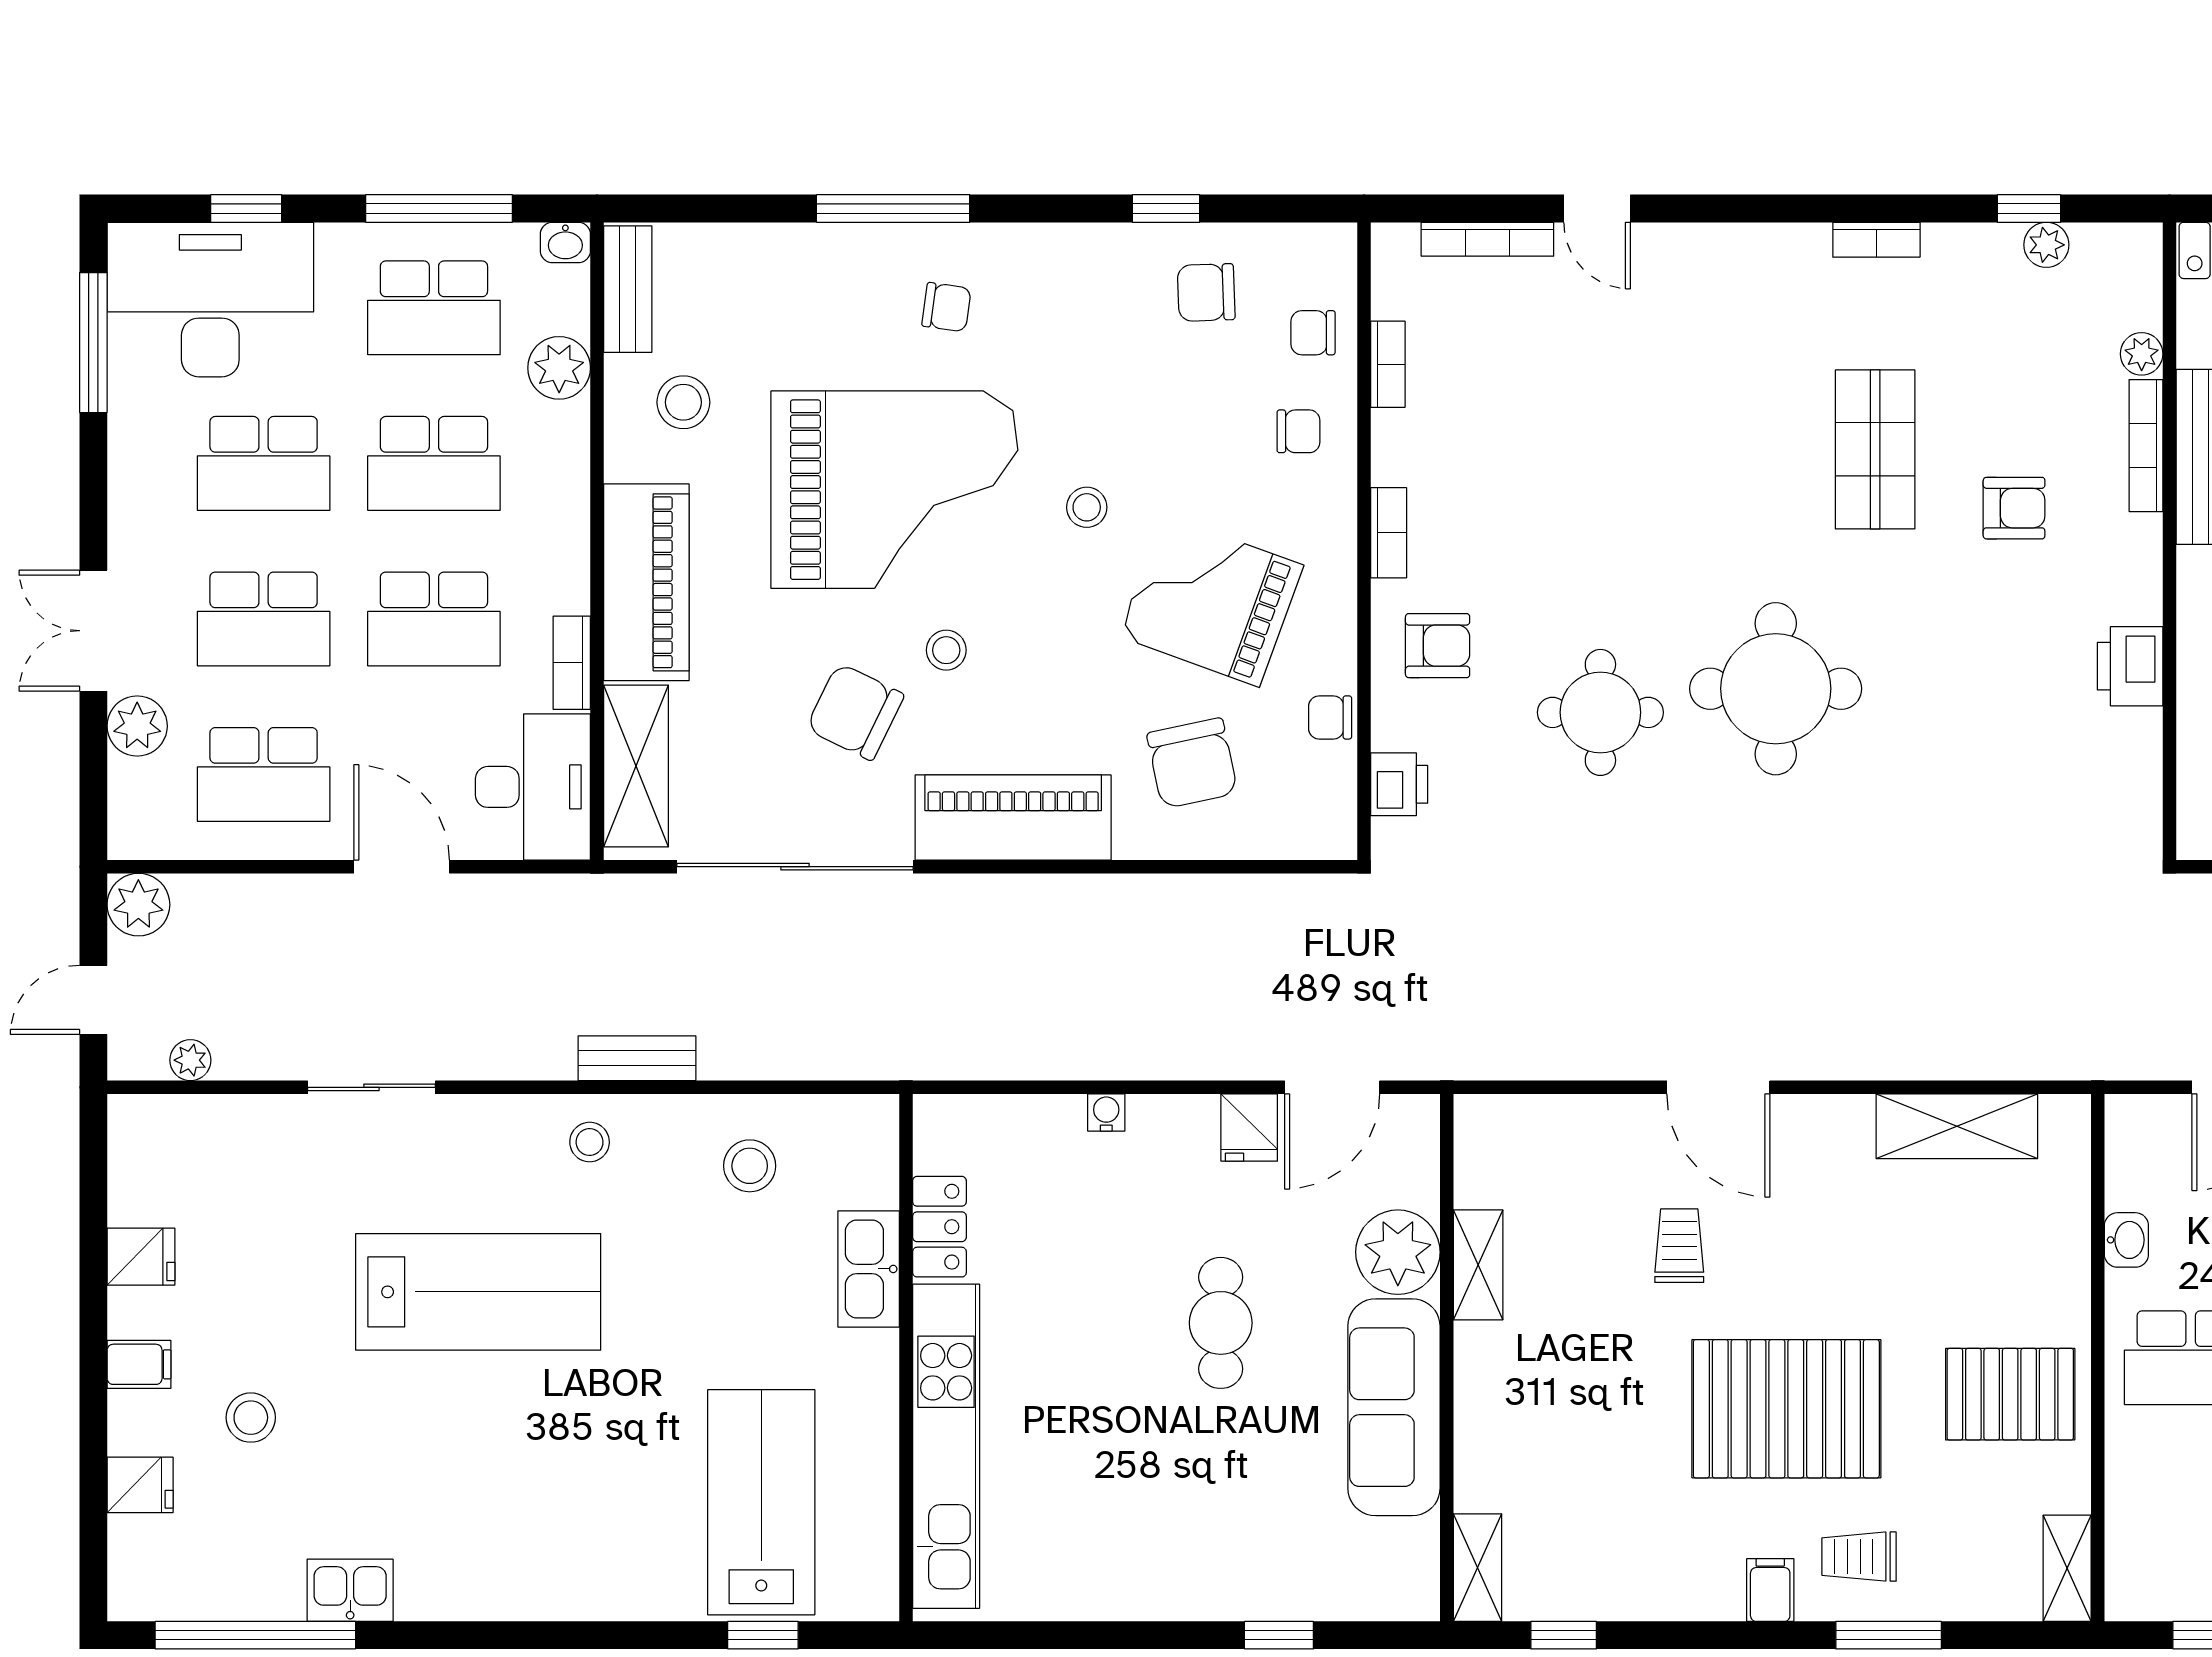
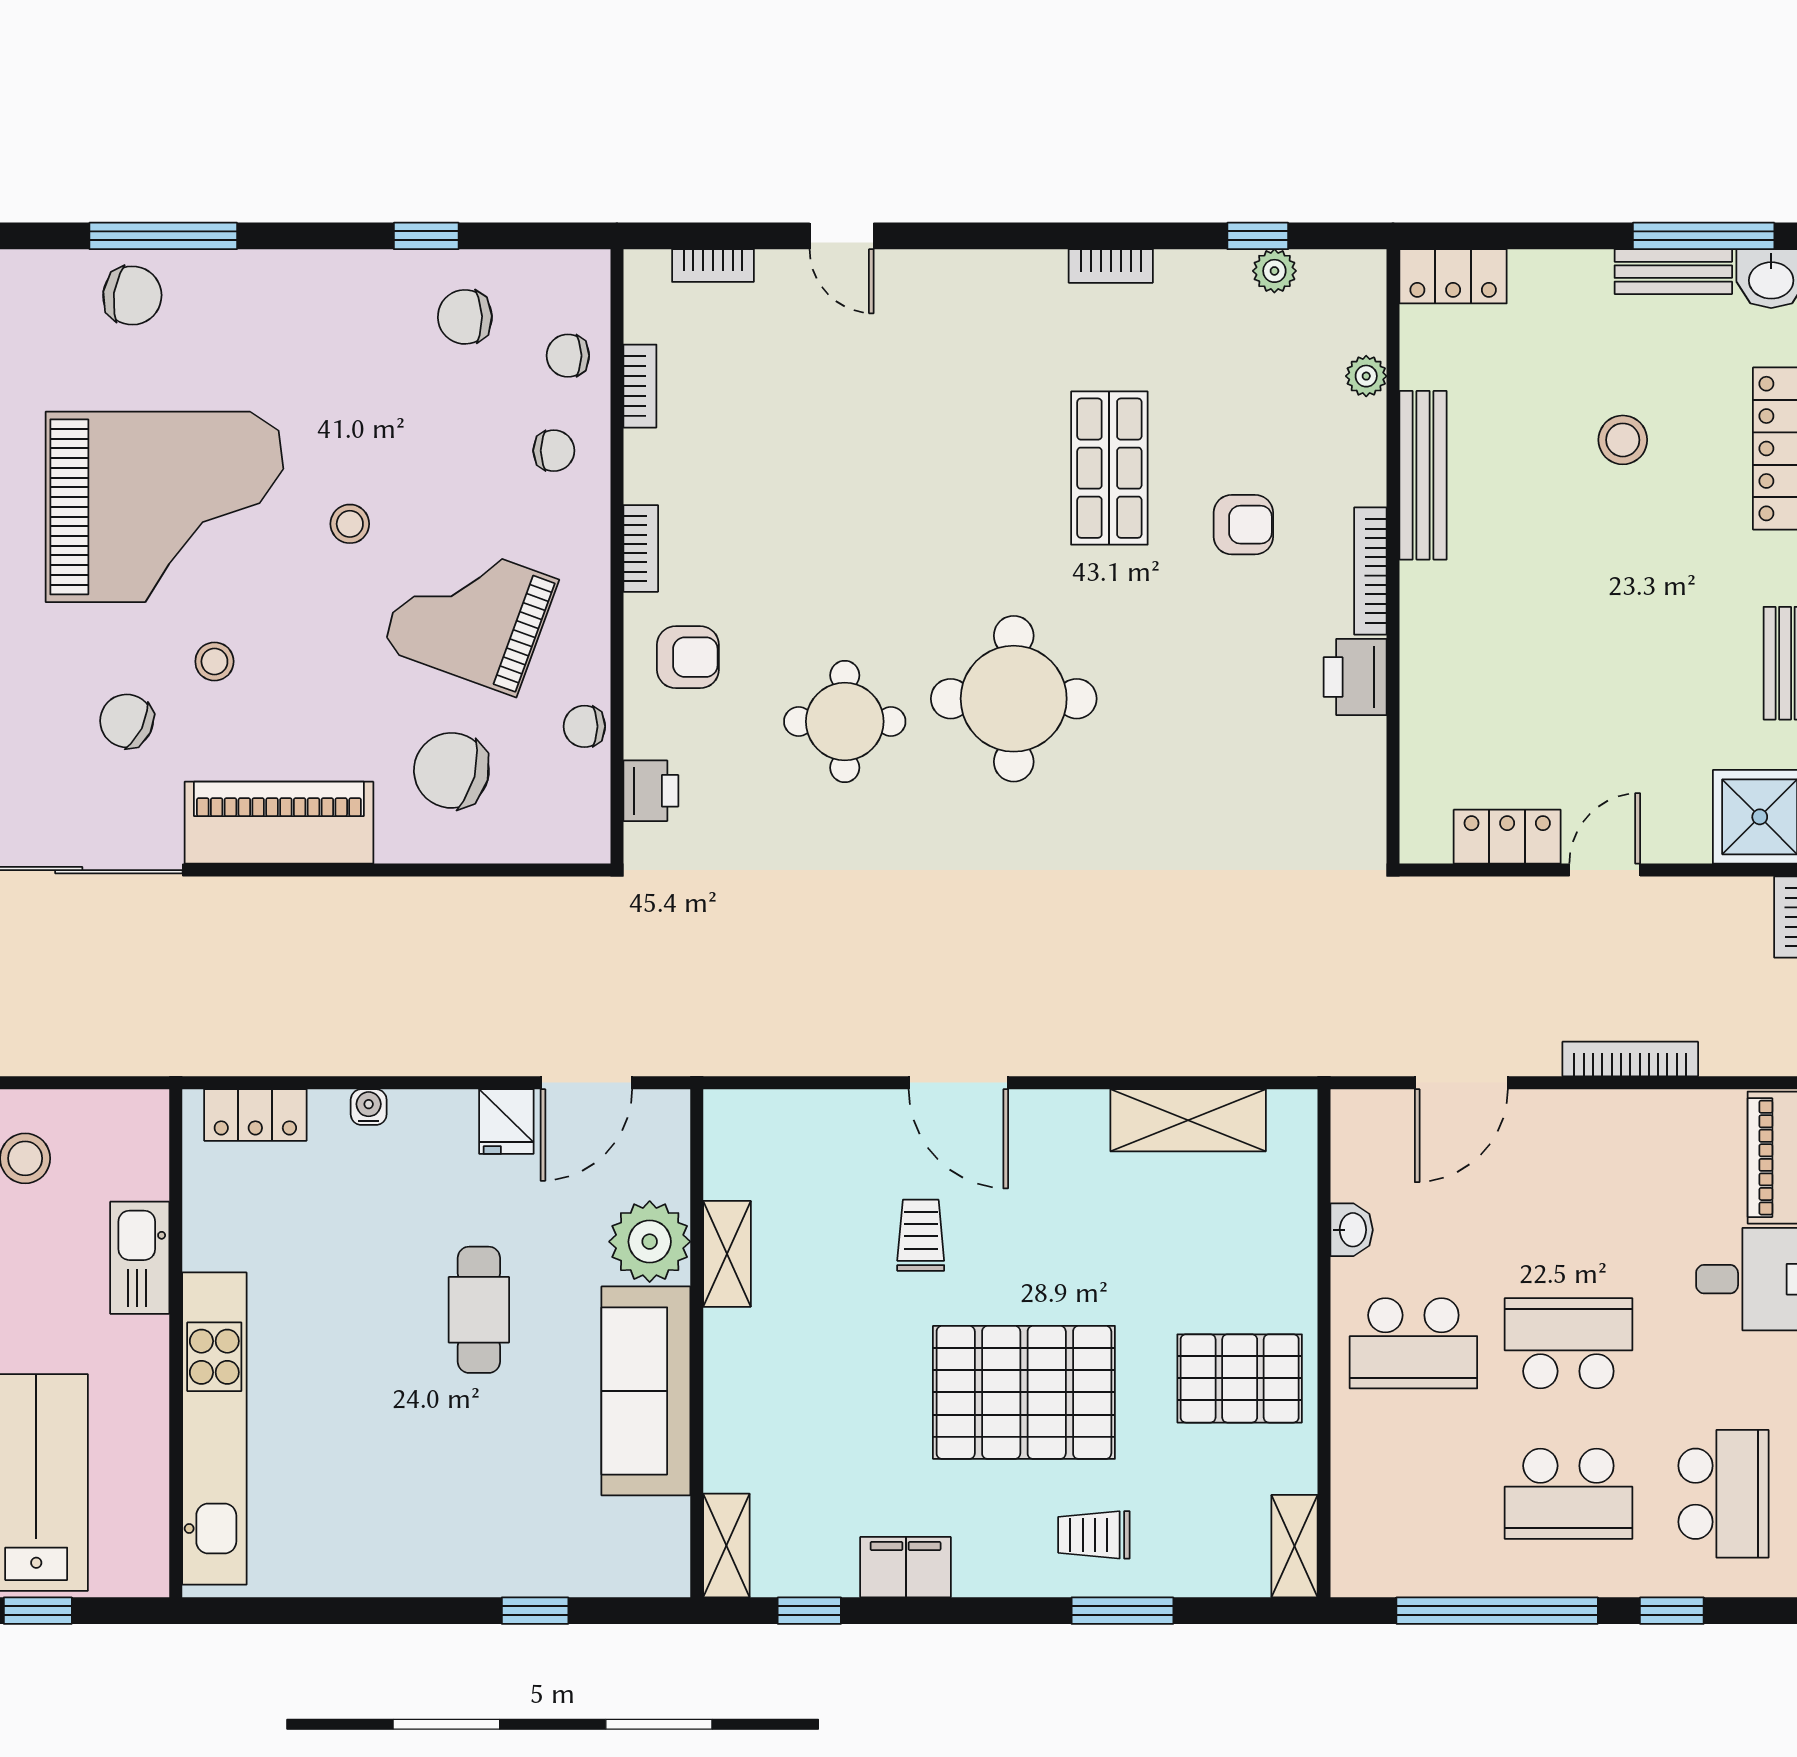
bookcase: (1487, 239) -> (713, 266), width x0.64
chair: (946, 307) -> (132, 296), moved, width x1.37, depth x1.37
bookcase: (2146, 446) -> (1370, 571), moved
chair: (855, 712) -> (127, 721), width x0.73, depth x0.73
chair: (1192, 763) -> (451, 770), turned 117
locker: (939, 1227) -> (255, 1115), moved, turned 90
filing cabinet: (1770, 1590) -> (906, 1567), moved, width x2.00

